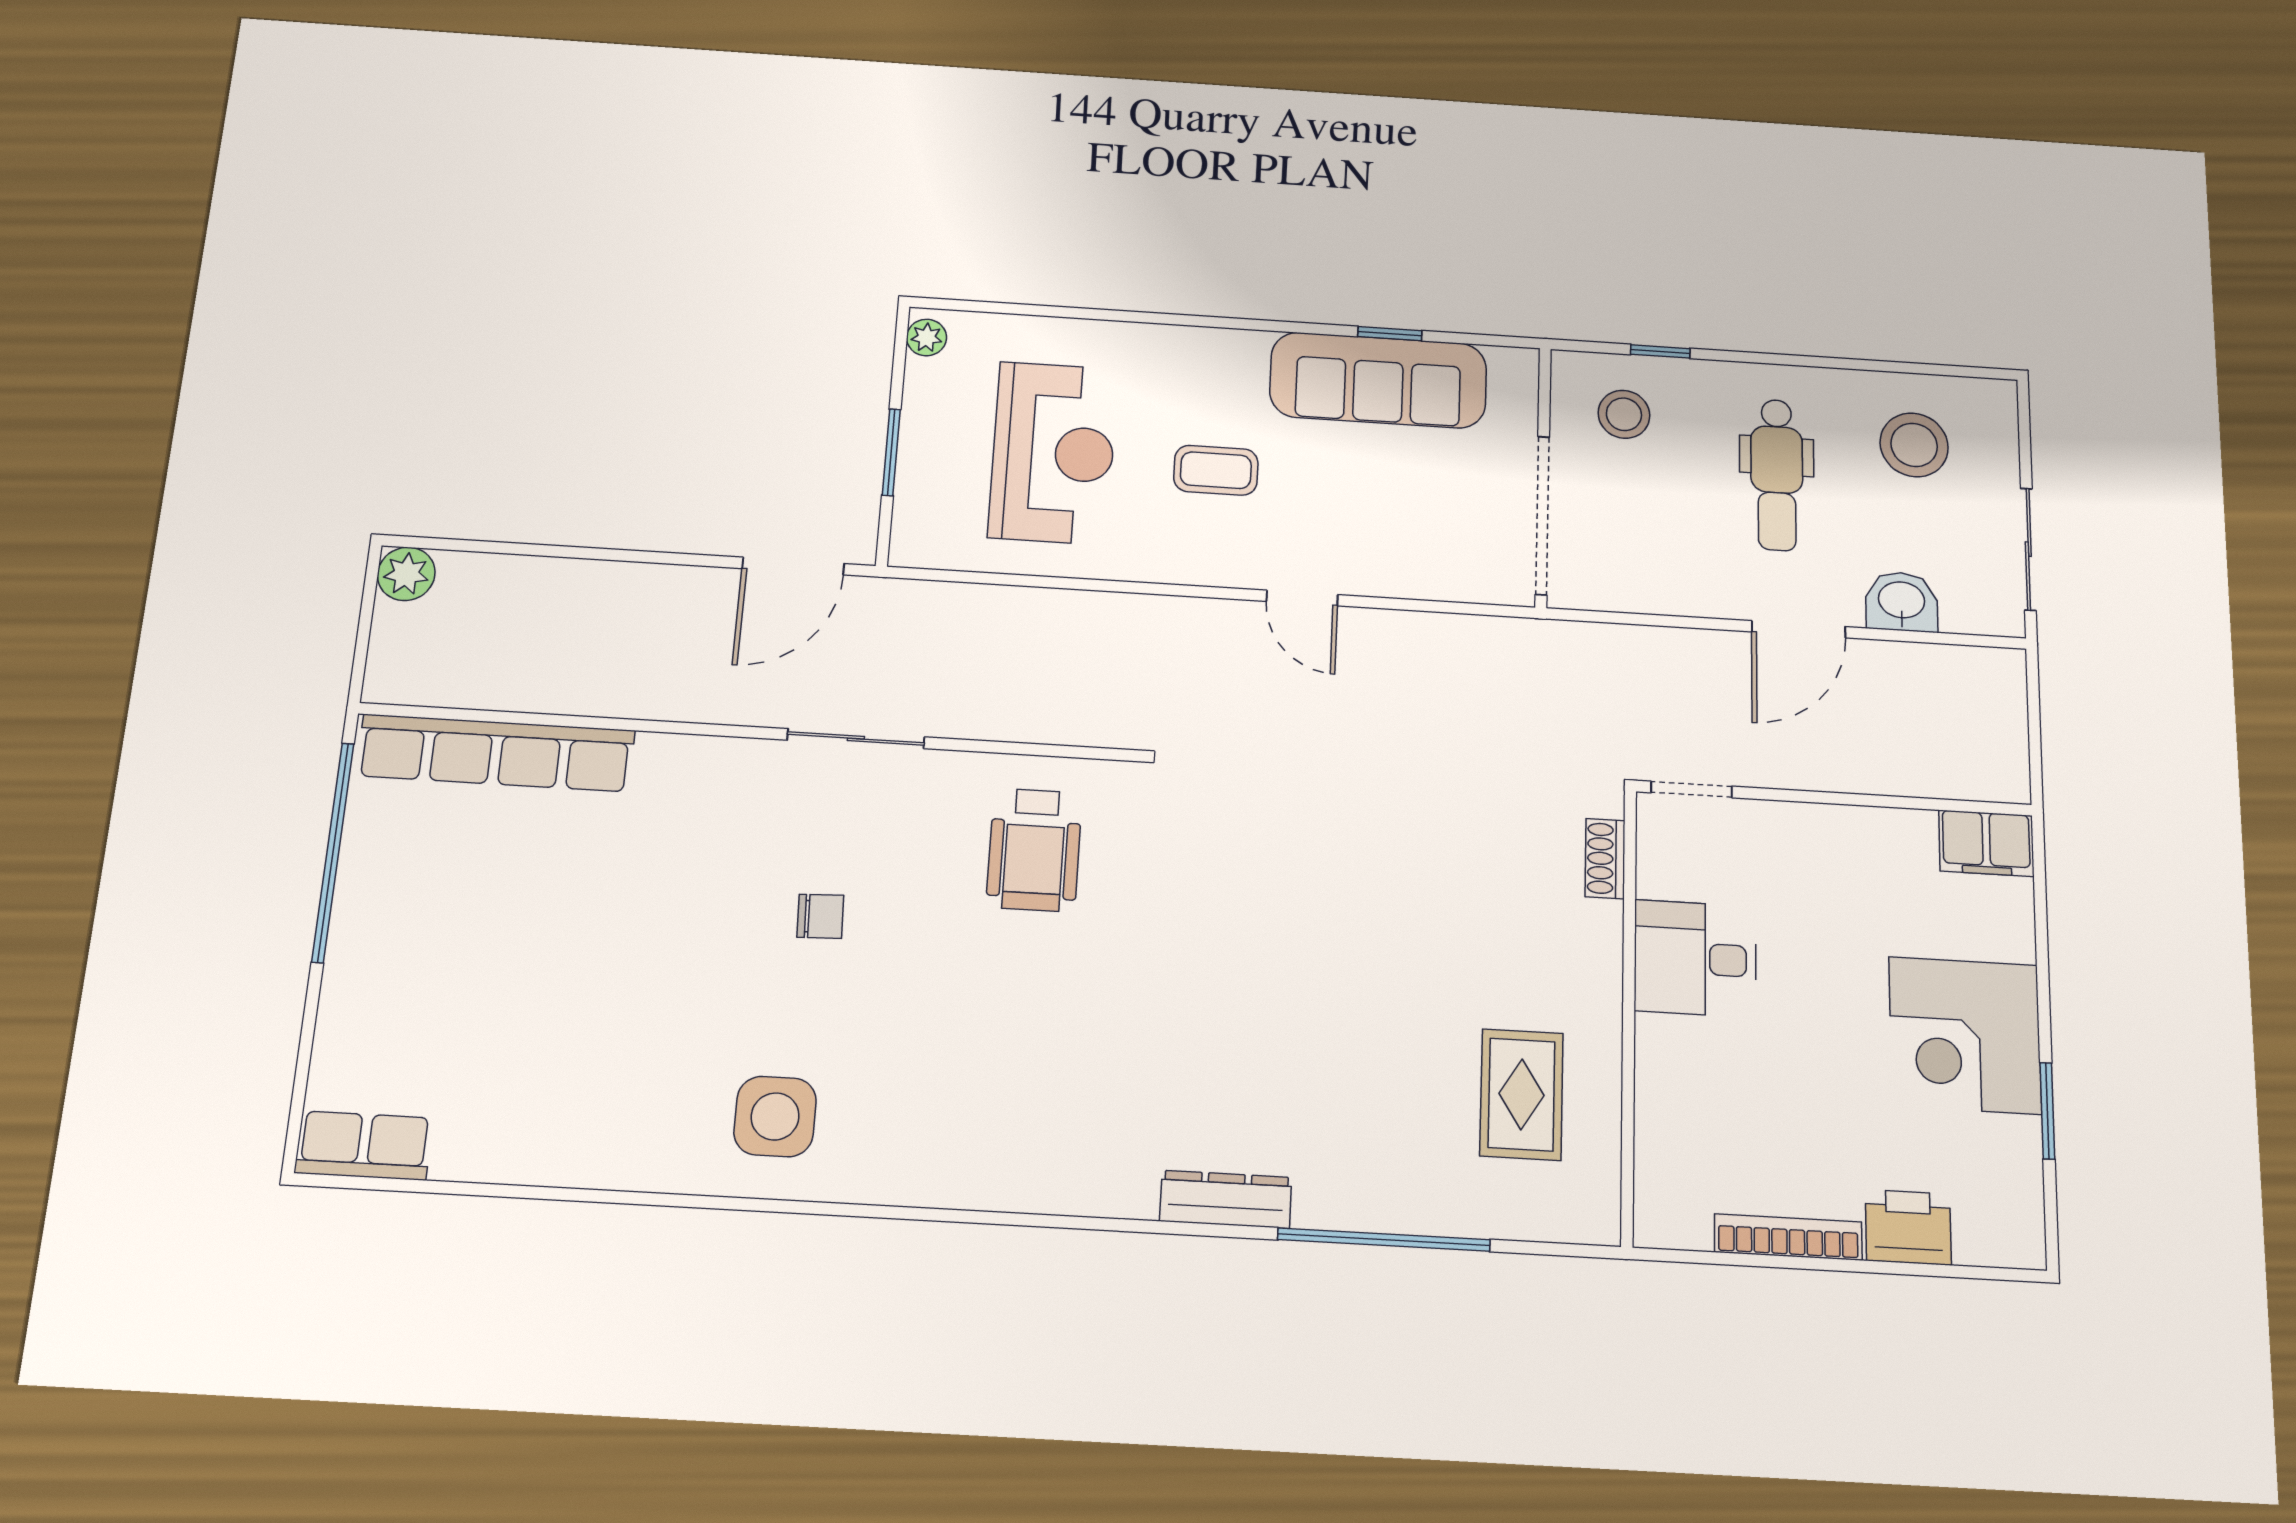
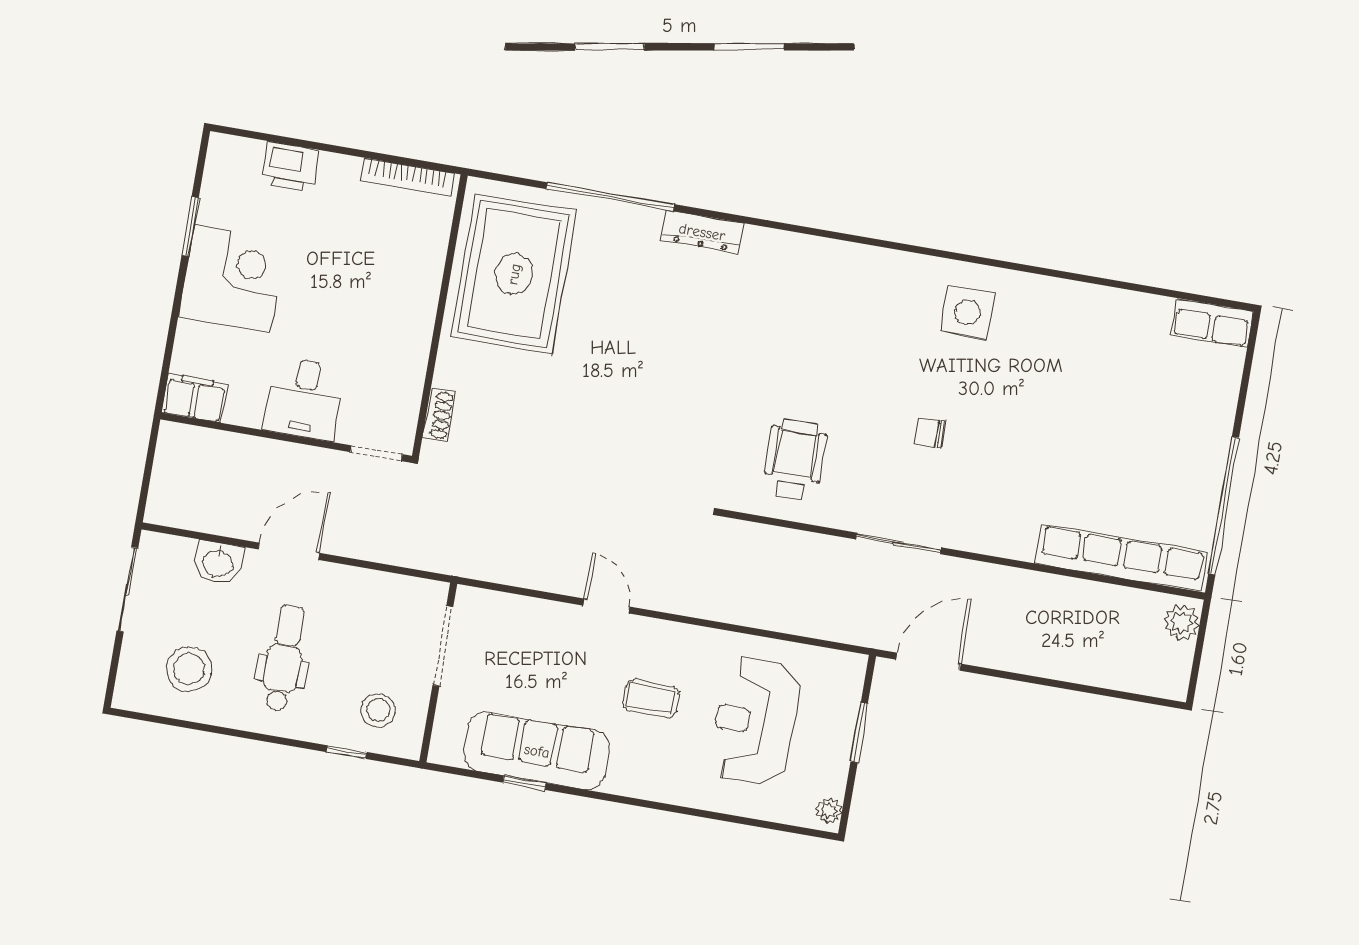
doorway: (1542, 515) -> (443, 646), width x0.73
plant: (406, 574) -> (1182, 623), moved
desk: (1695, 958) -> (304, 399), moved, turned 90
rug: (1522, 1094) -> (514, 274), width x1.86, depth x2.06
bookcase: (1788, 1237) -> (407, 177), moved

